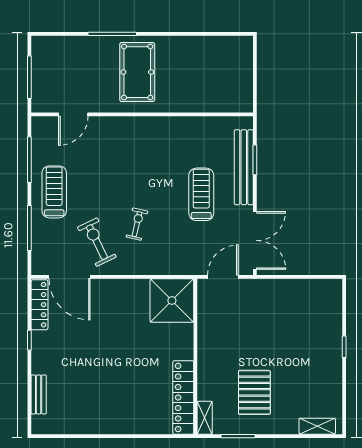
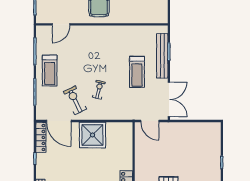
treadmill: (54, 192) -> (50, 71), turned 180
treadmill: (201, 194) -> (137, 72), turned 180
door: (223, 277) -> (150, 121), swing flipped
shower: (172, 300) -> (92, 135), moved

